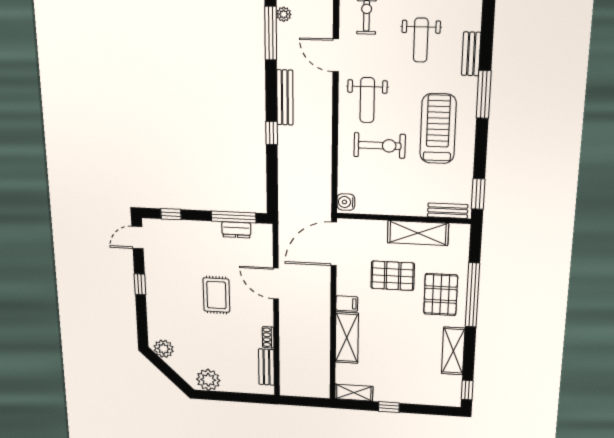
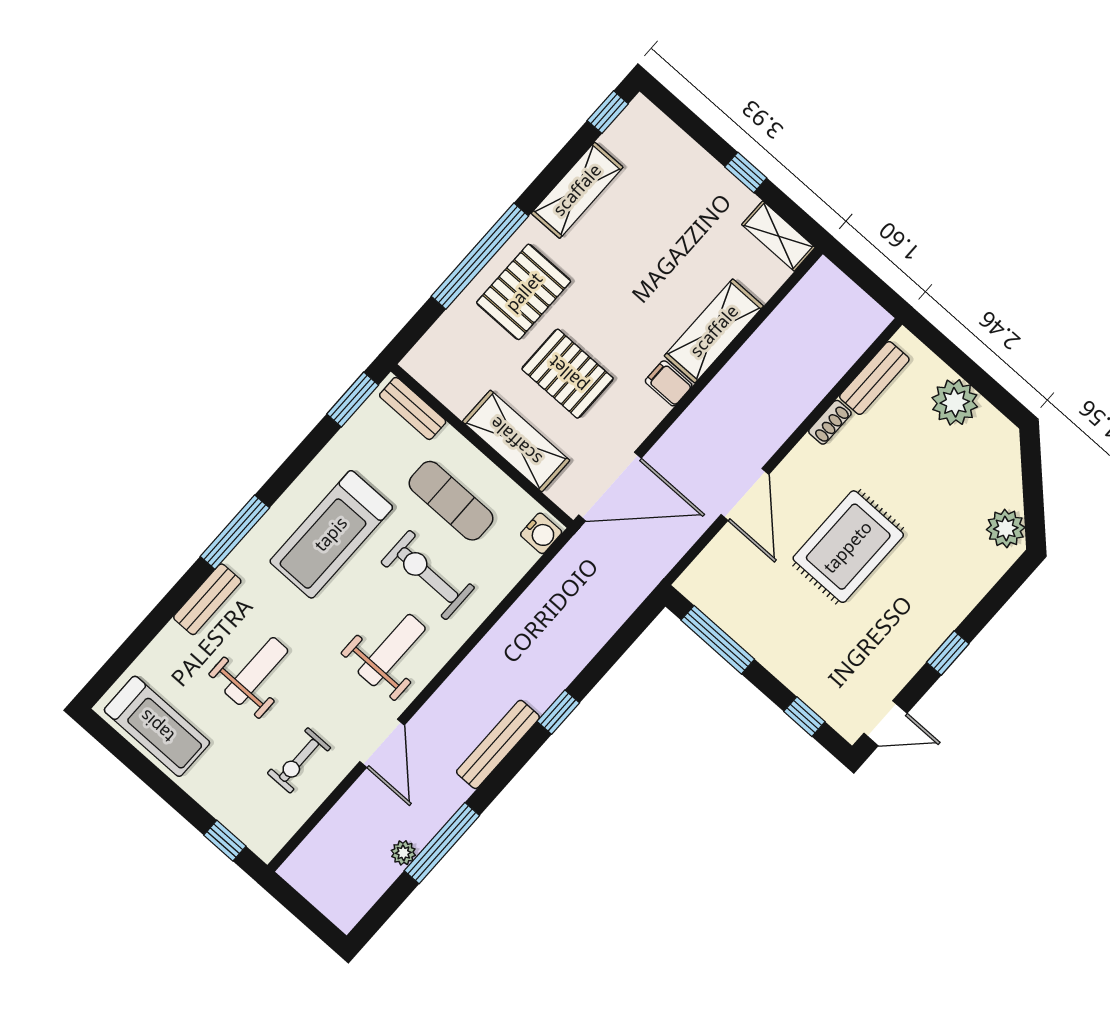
exercise mat: (397, 185) -> (451, 501), added
dresser: (236, 230) -> (731, 618), removed
shelving: (418, 233) -> (516, 441), moved
rug: (216, 295) -> (848, 547), width x1.36, depth x1.43
plant: (208, 380) -> (955, 402), moved

